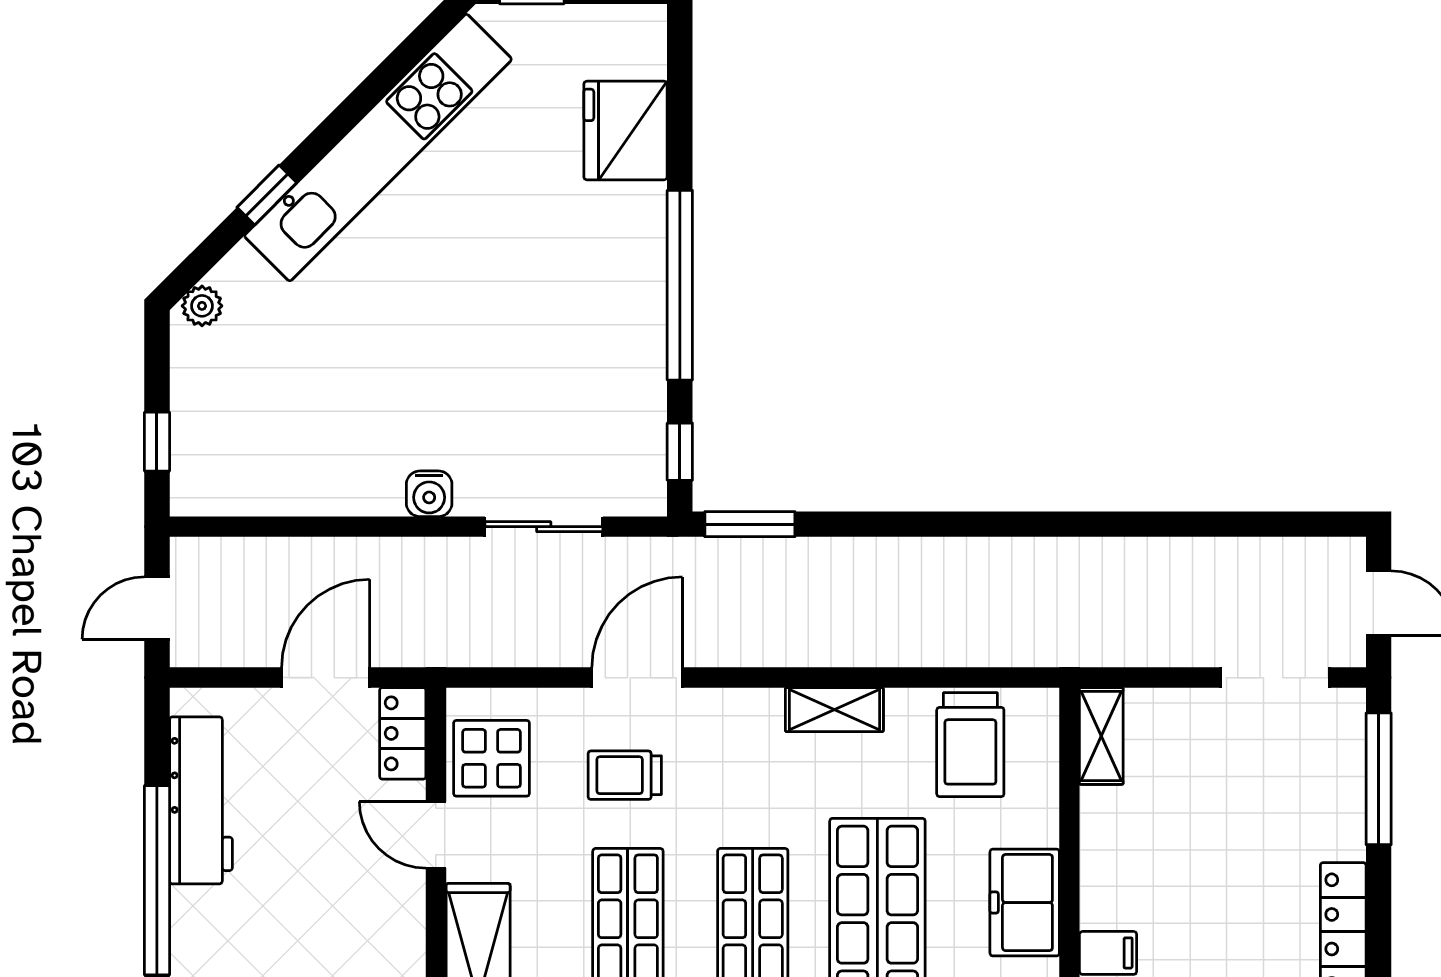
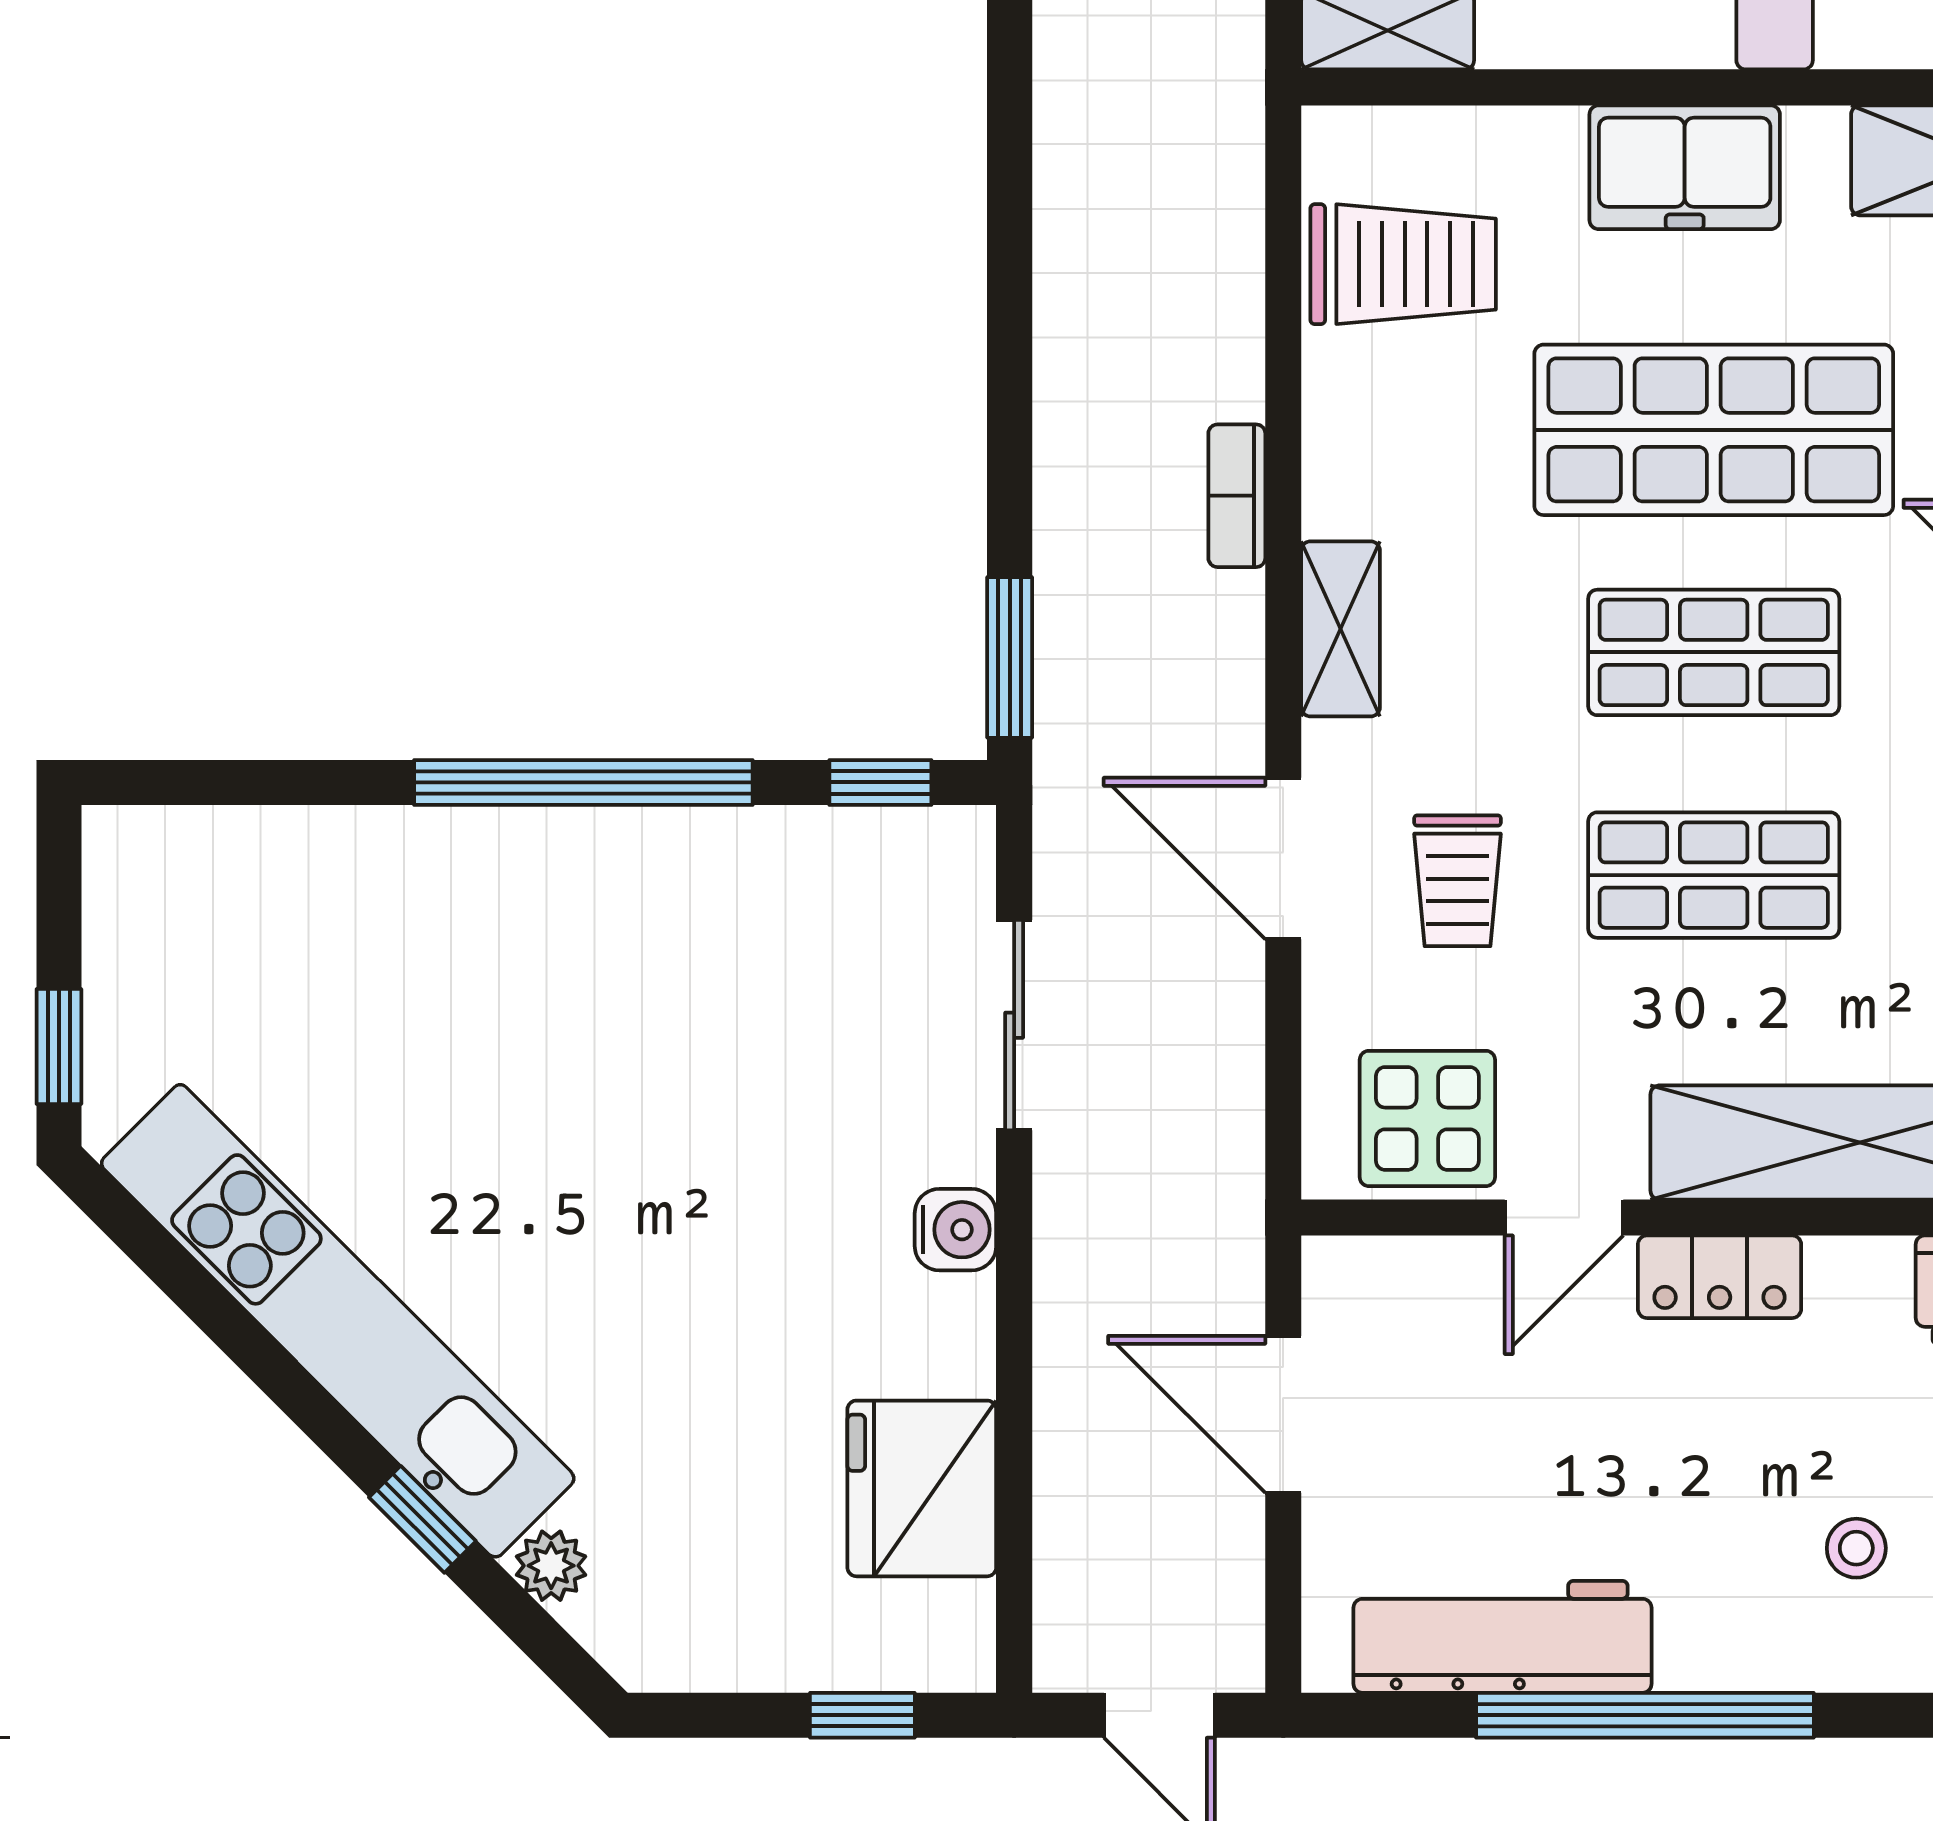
fridge: (626, 130) -> (922, 1488), moved, turned 90
plant: (202, 306) -> (551, 1566), moved
bookcase: (841, 651) -> (1237, 496), added
shelving: (834, 710) -> (1341, 629), moved
locker: (403, 733) -> (1720, 1277), moved

